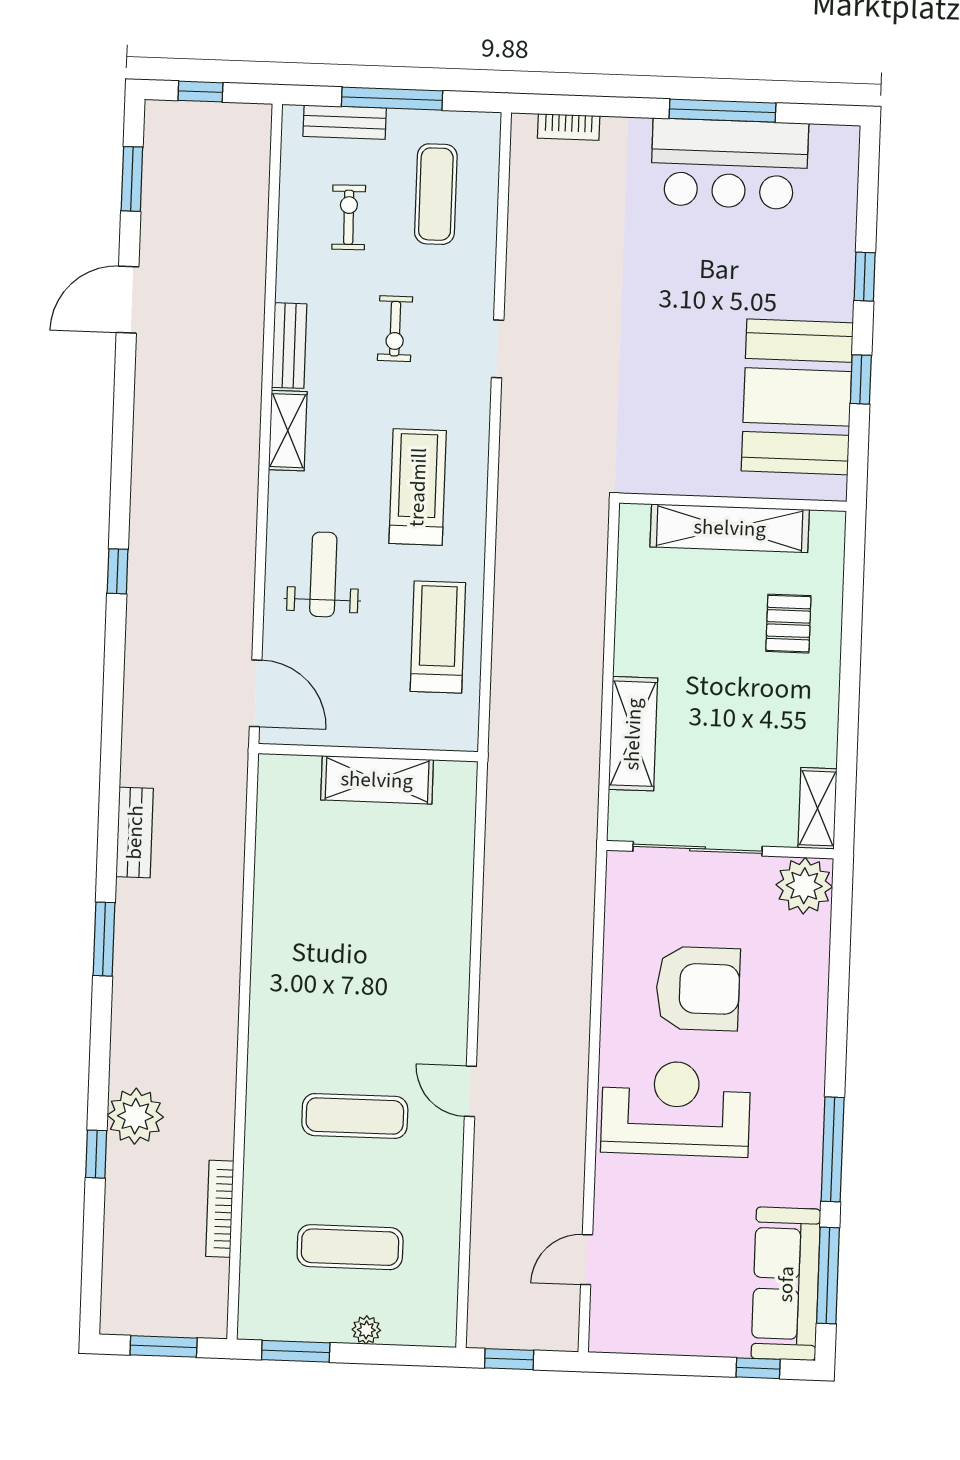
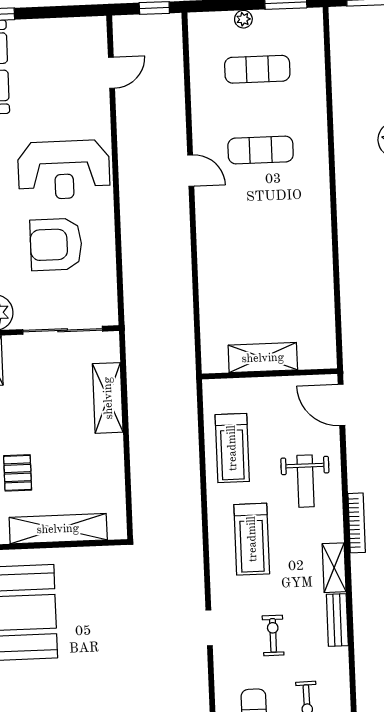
bookcase: (220, 1209) -> (357, 523), moved

